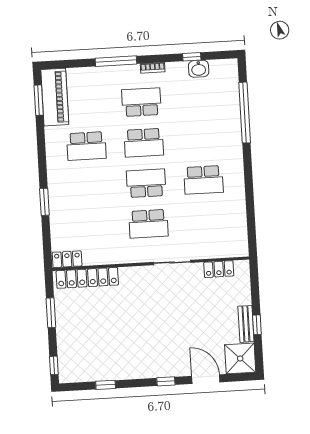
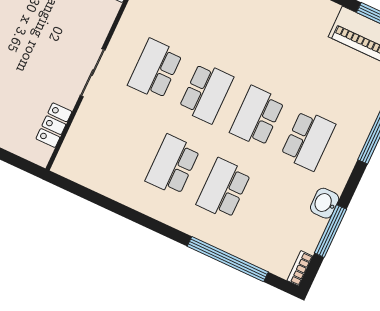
window: (192, 57) -> (330, 231), width x2.17
bookcase: (153, 68) -> (300, 268), moved
washbasin: (199, 69) -> (325, 203), moved
school desk: (86, 146) -> (224, 189), moved

